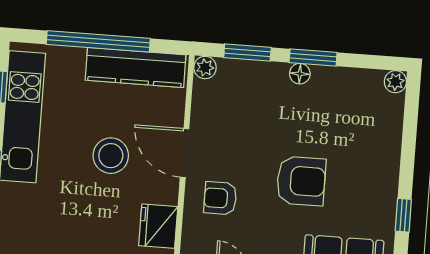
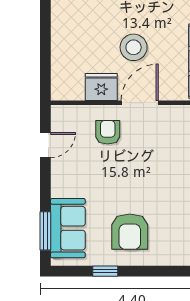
armchair: (301, 181) -> (130, 232), moved
fridge: (158, 226) -> (101, 87), moved

